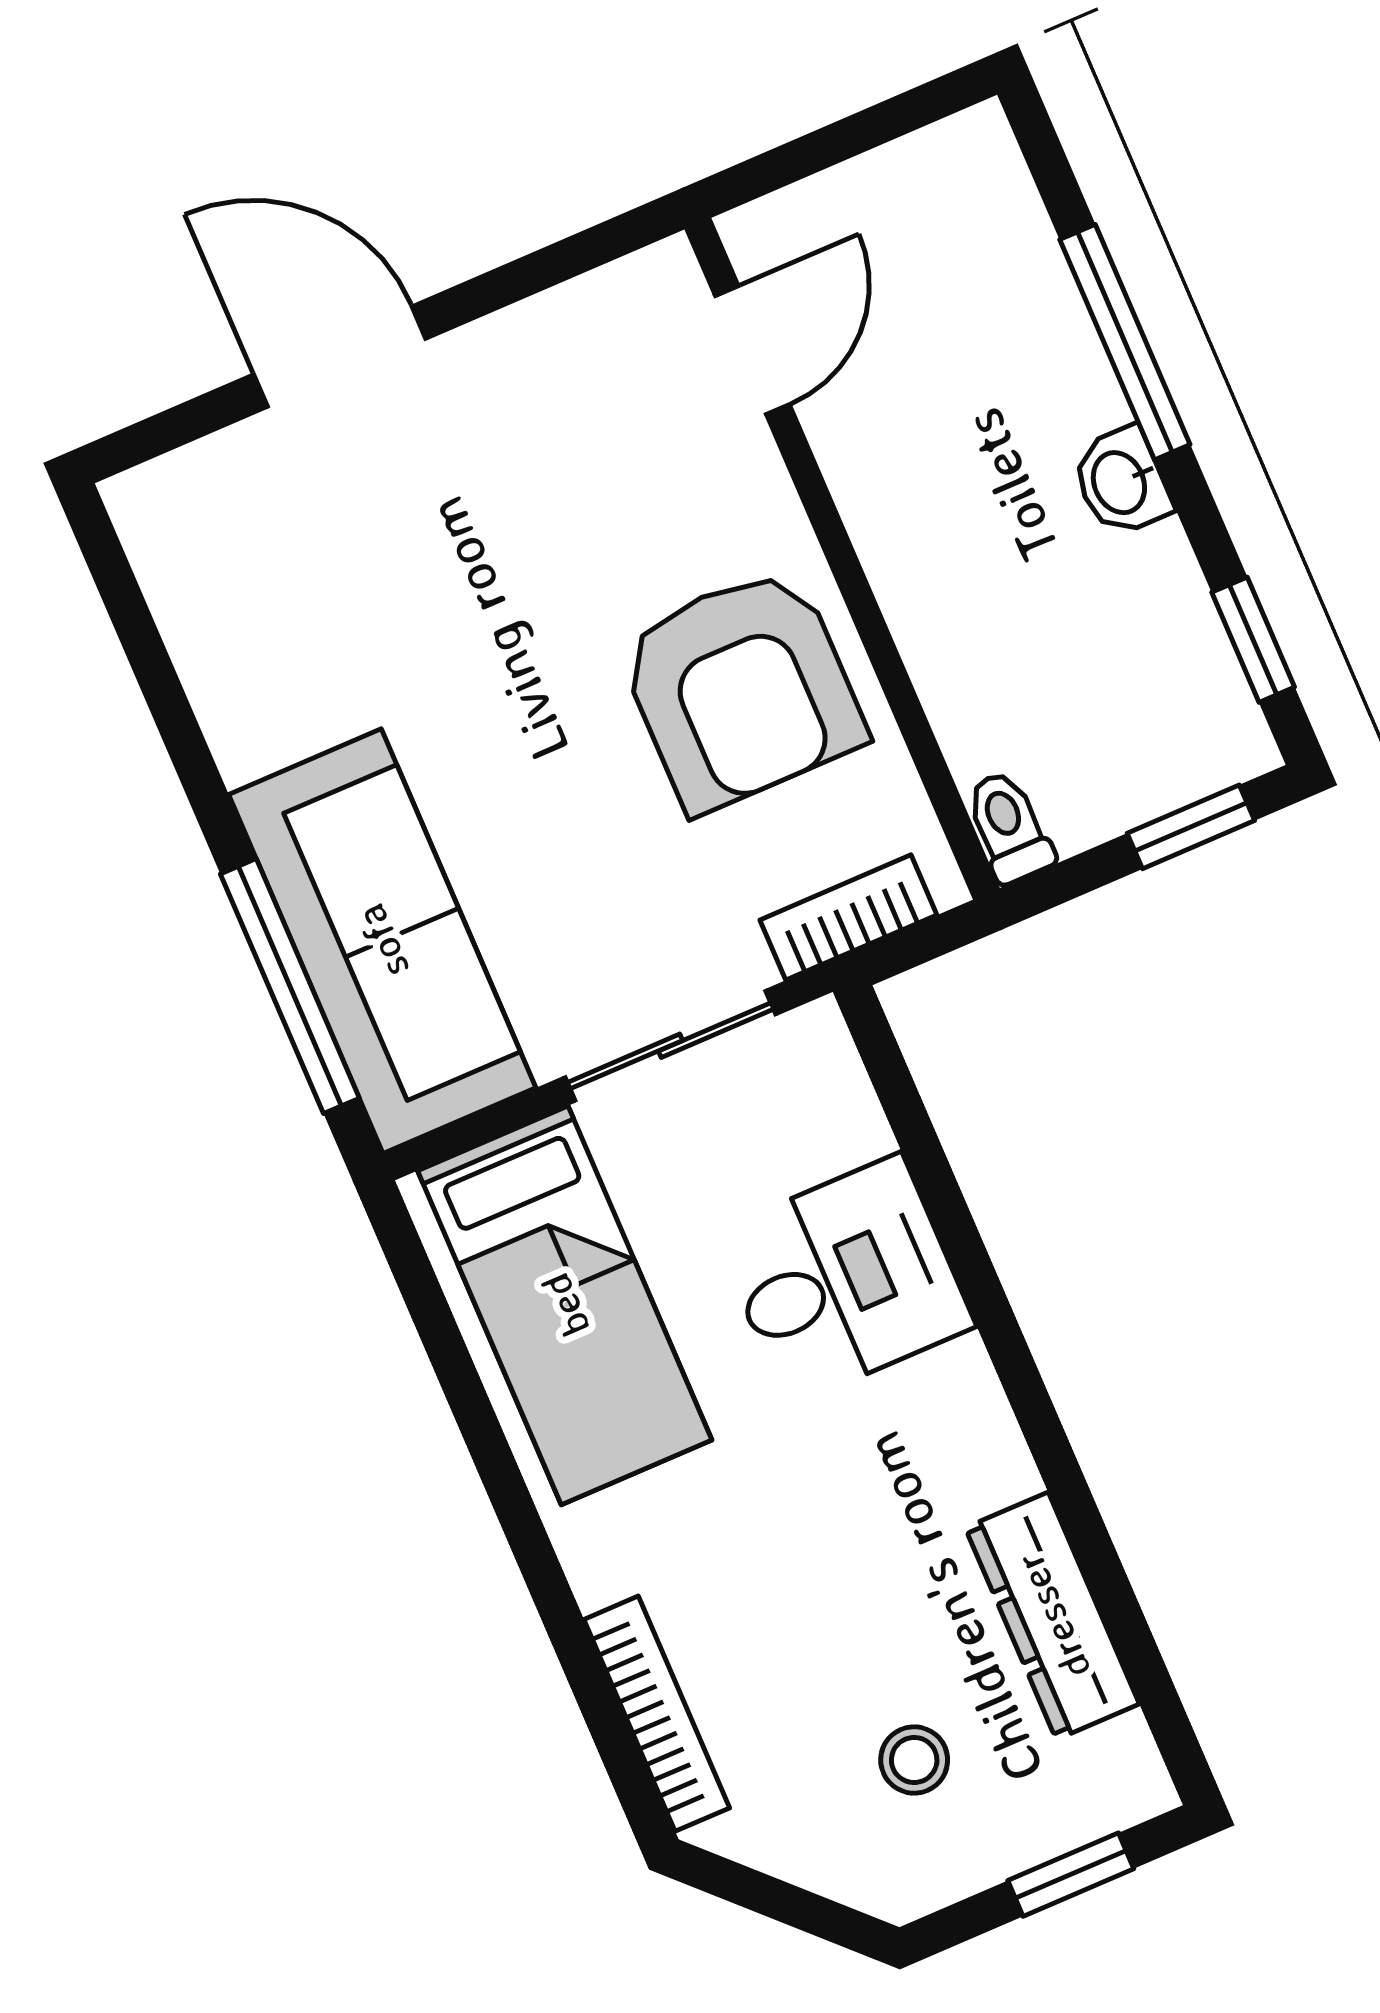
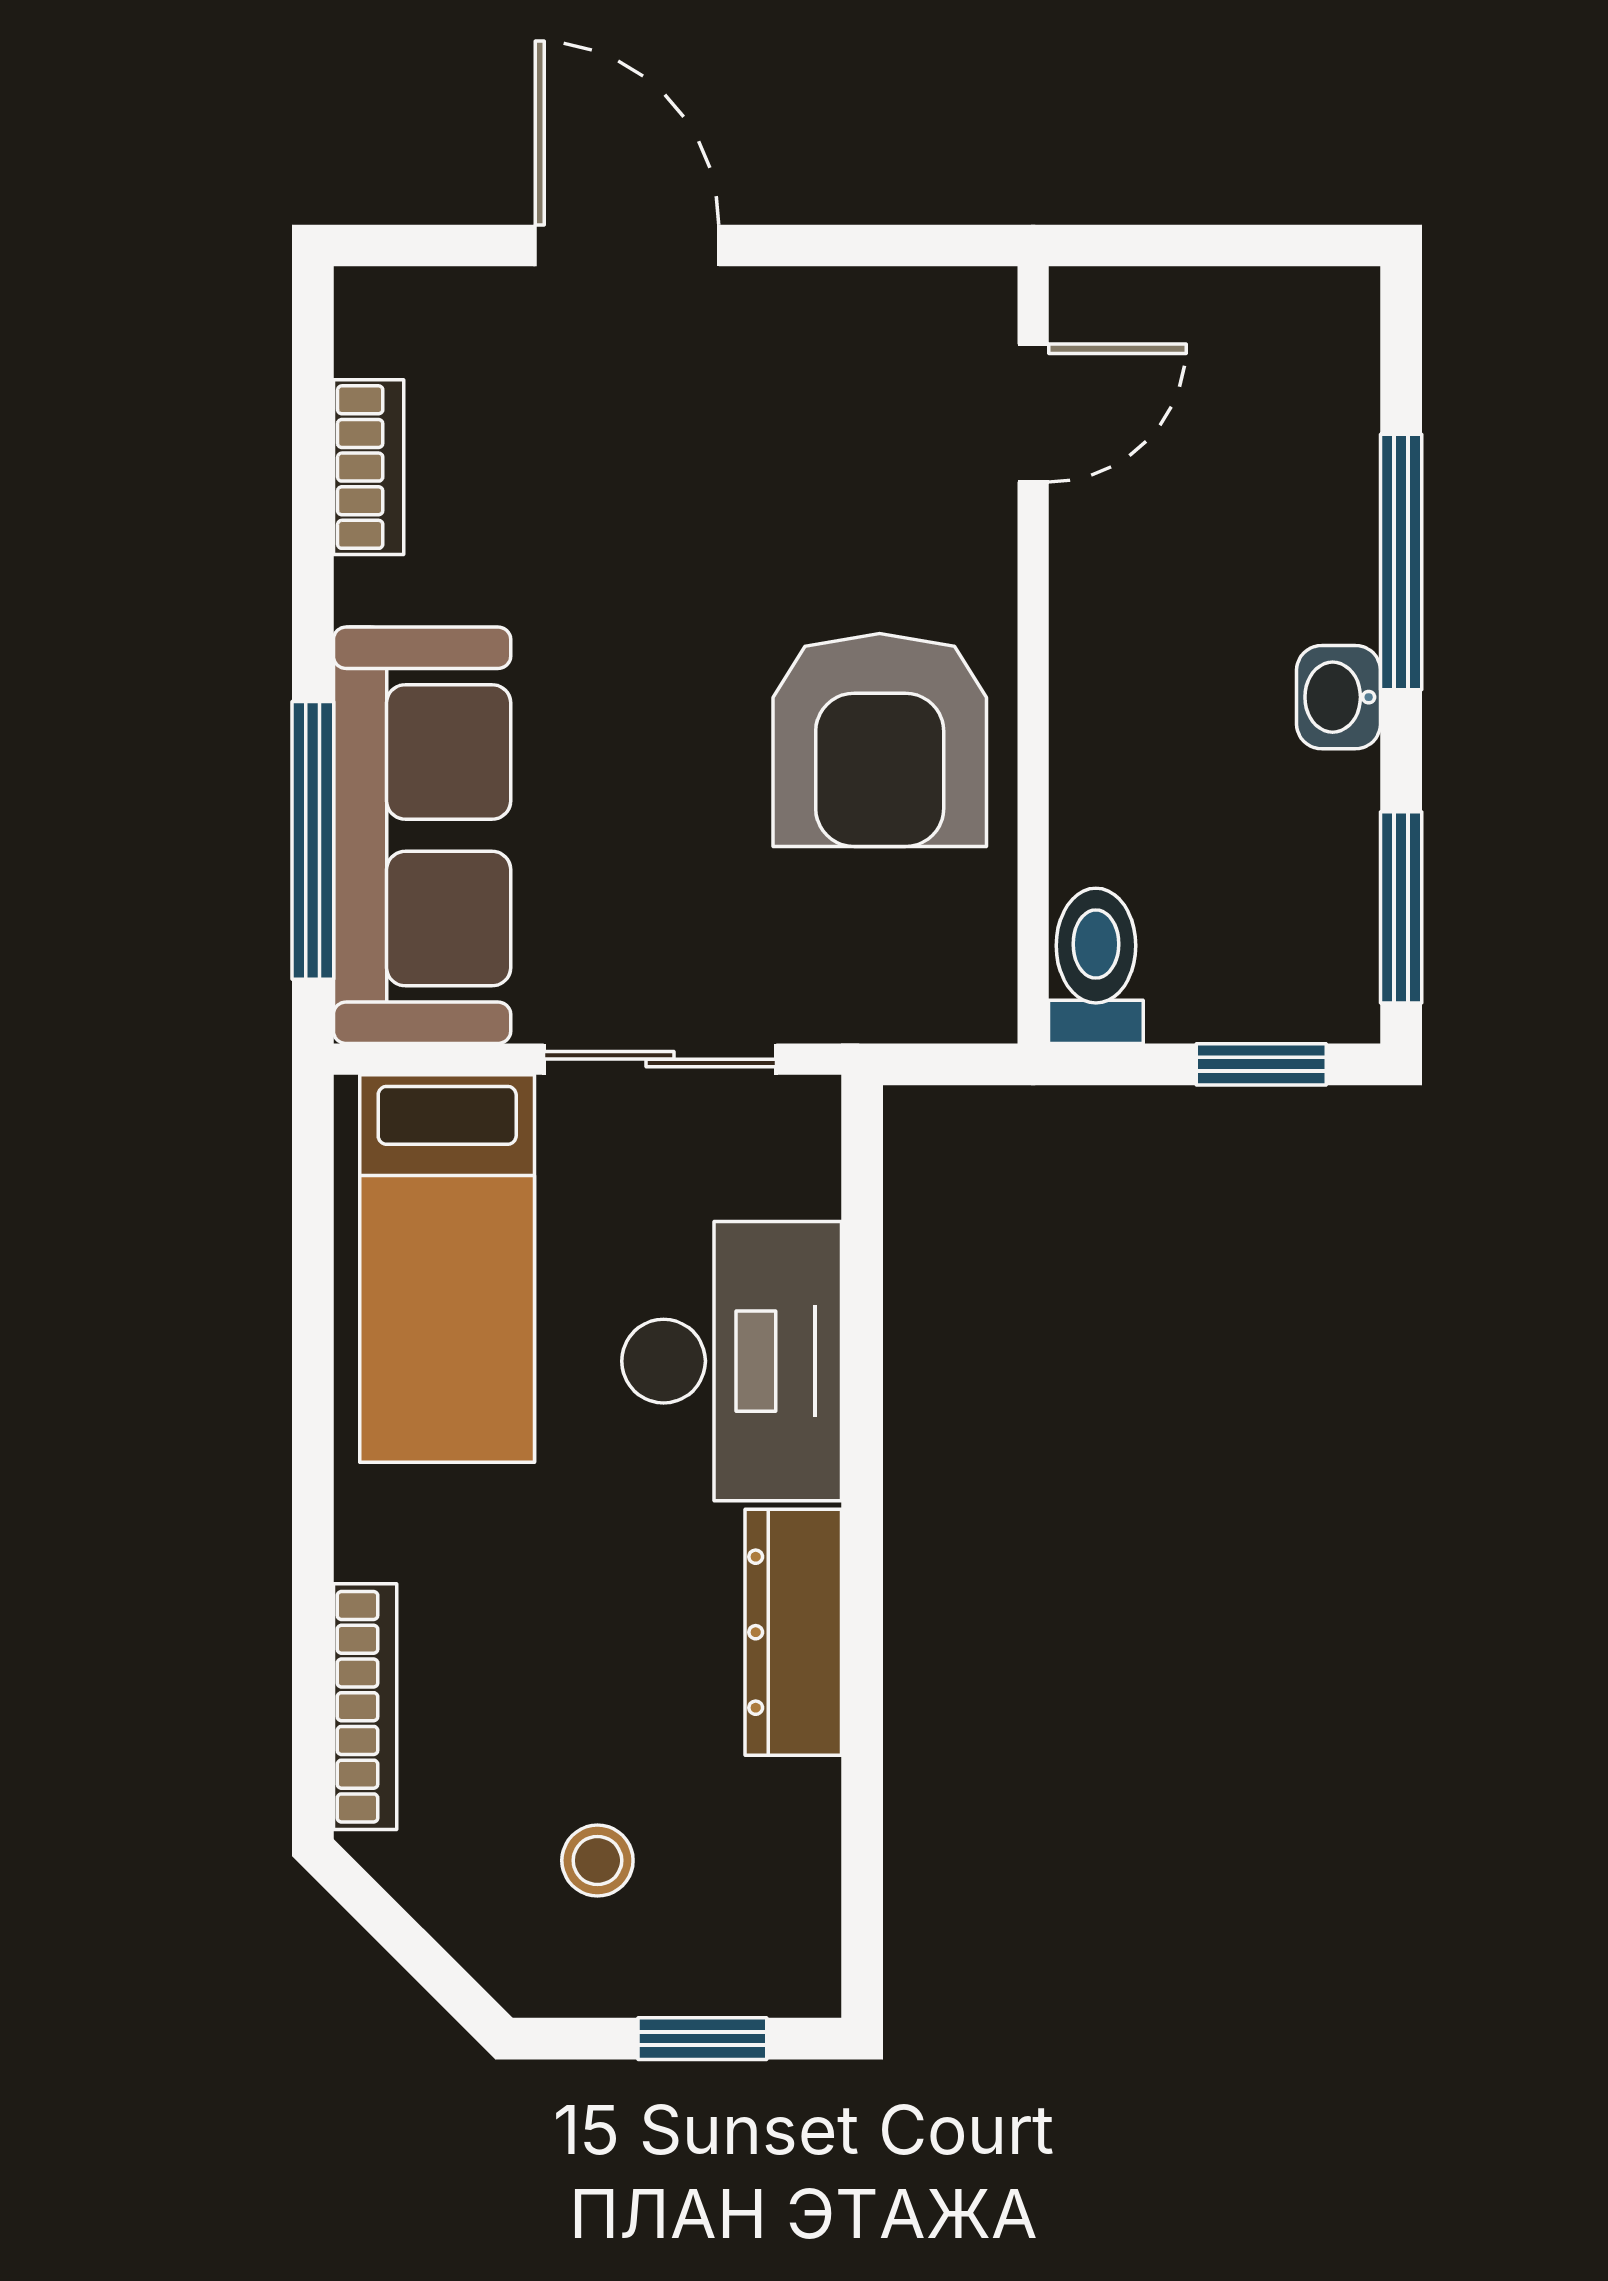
window: (1253, 640) -> (1401, 907), width x1.50
toilet: (1009, 827) -> (1096, 966), width x1.37, depth x1.39
bookcase: (848, 917) -> (369, 467), moved, turned 90
desk: (844, 1280) -> (732, 1361), width x1.37
dresser: (1052, 1616) -> (793, 1632), moved

